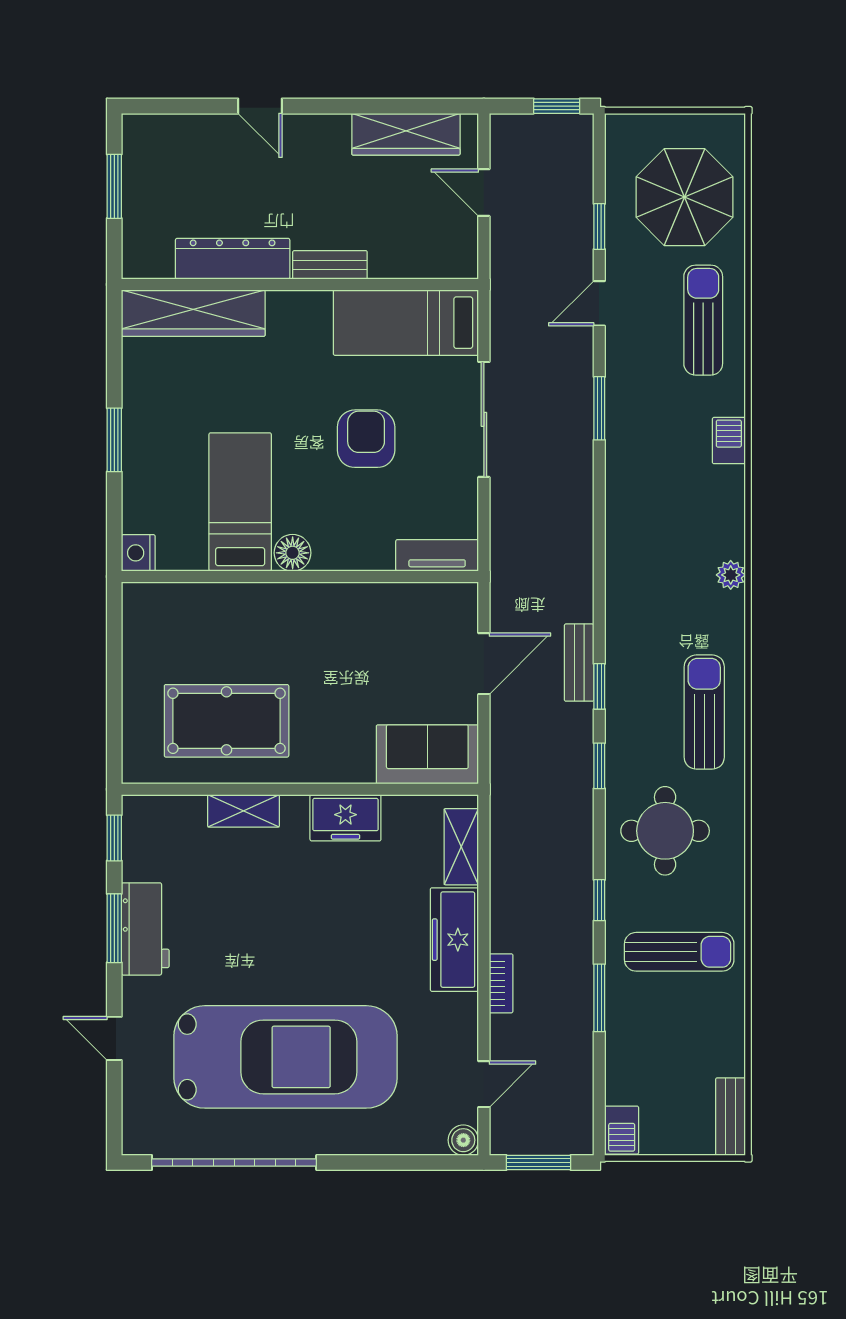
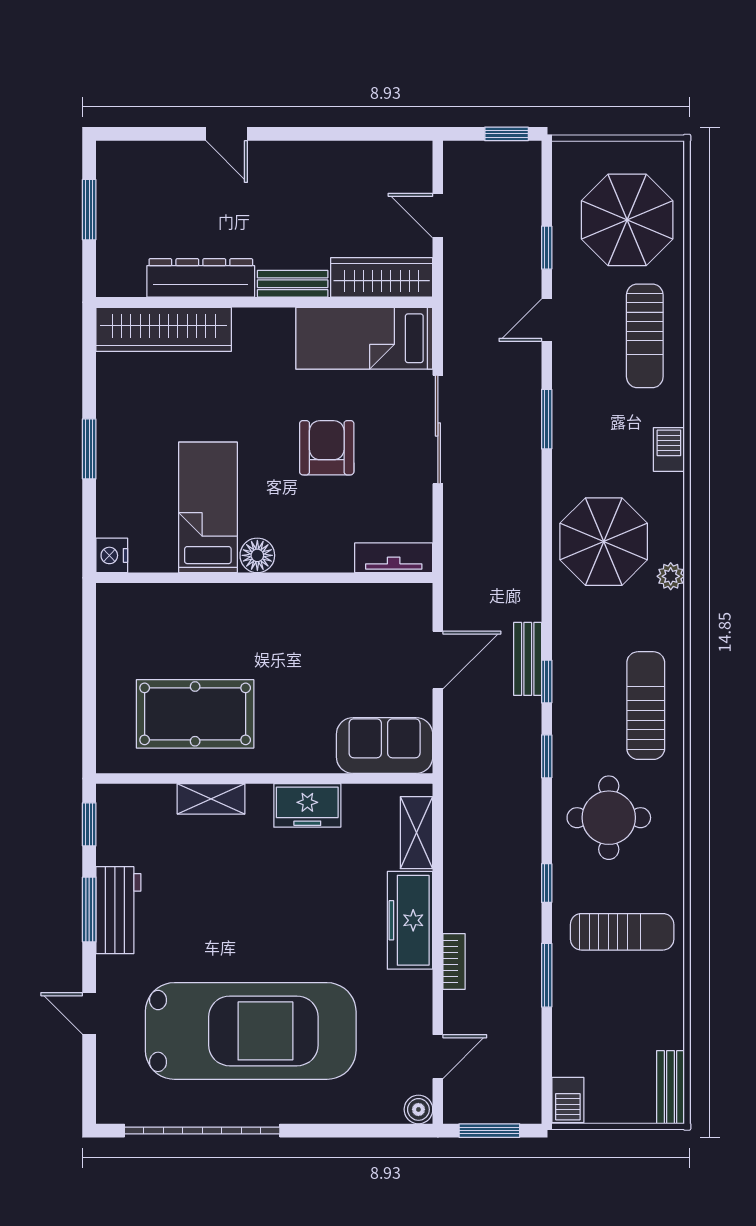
wardrobe: (406, 134) -> (382, 277), moved, turned 180
sun lounger: (703, 320) -> (645, 336), turned 180
parasol: (660, 538) -> (604, 542), added

